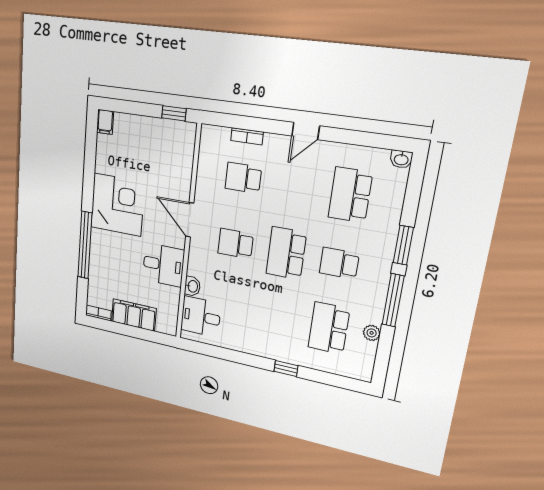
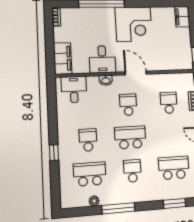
filing cabinet: (105, 122) -> (182, 17), width x2.00
door: (190, 220) -> (136, 73), hinge flipped
window: (403, 245) -> (174, 203), moved
washbasin: (192, 286) -> (106, 80), moved
filing cabinet: (134, 315) -> (63, 58), moved
school desk: (277, 317) -> (88, 140), added

